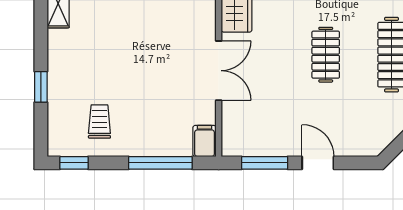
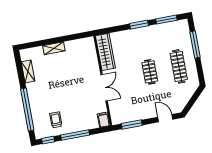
window: (41, 87) -> (27, 109), width x3.17
window: (160, 163) -> (75, 135), moved
door: (318, 163) -> (165, 118), moved

